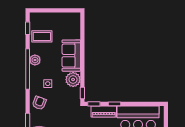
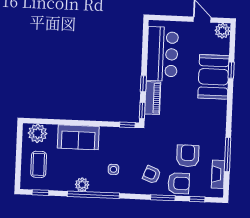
coffee table: (42, 36) -> (39, 164), moved
plant: (73, 80) -> (38, 133), moved
armchair: (39, 103) -> (152, 175), moved

